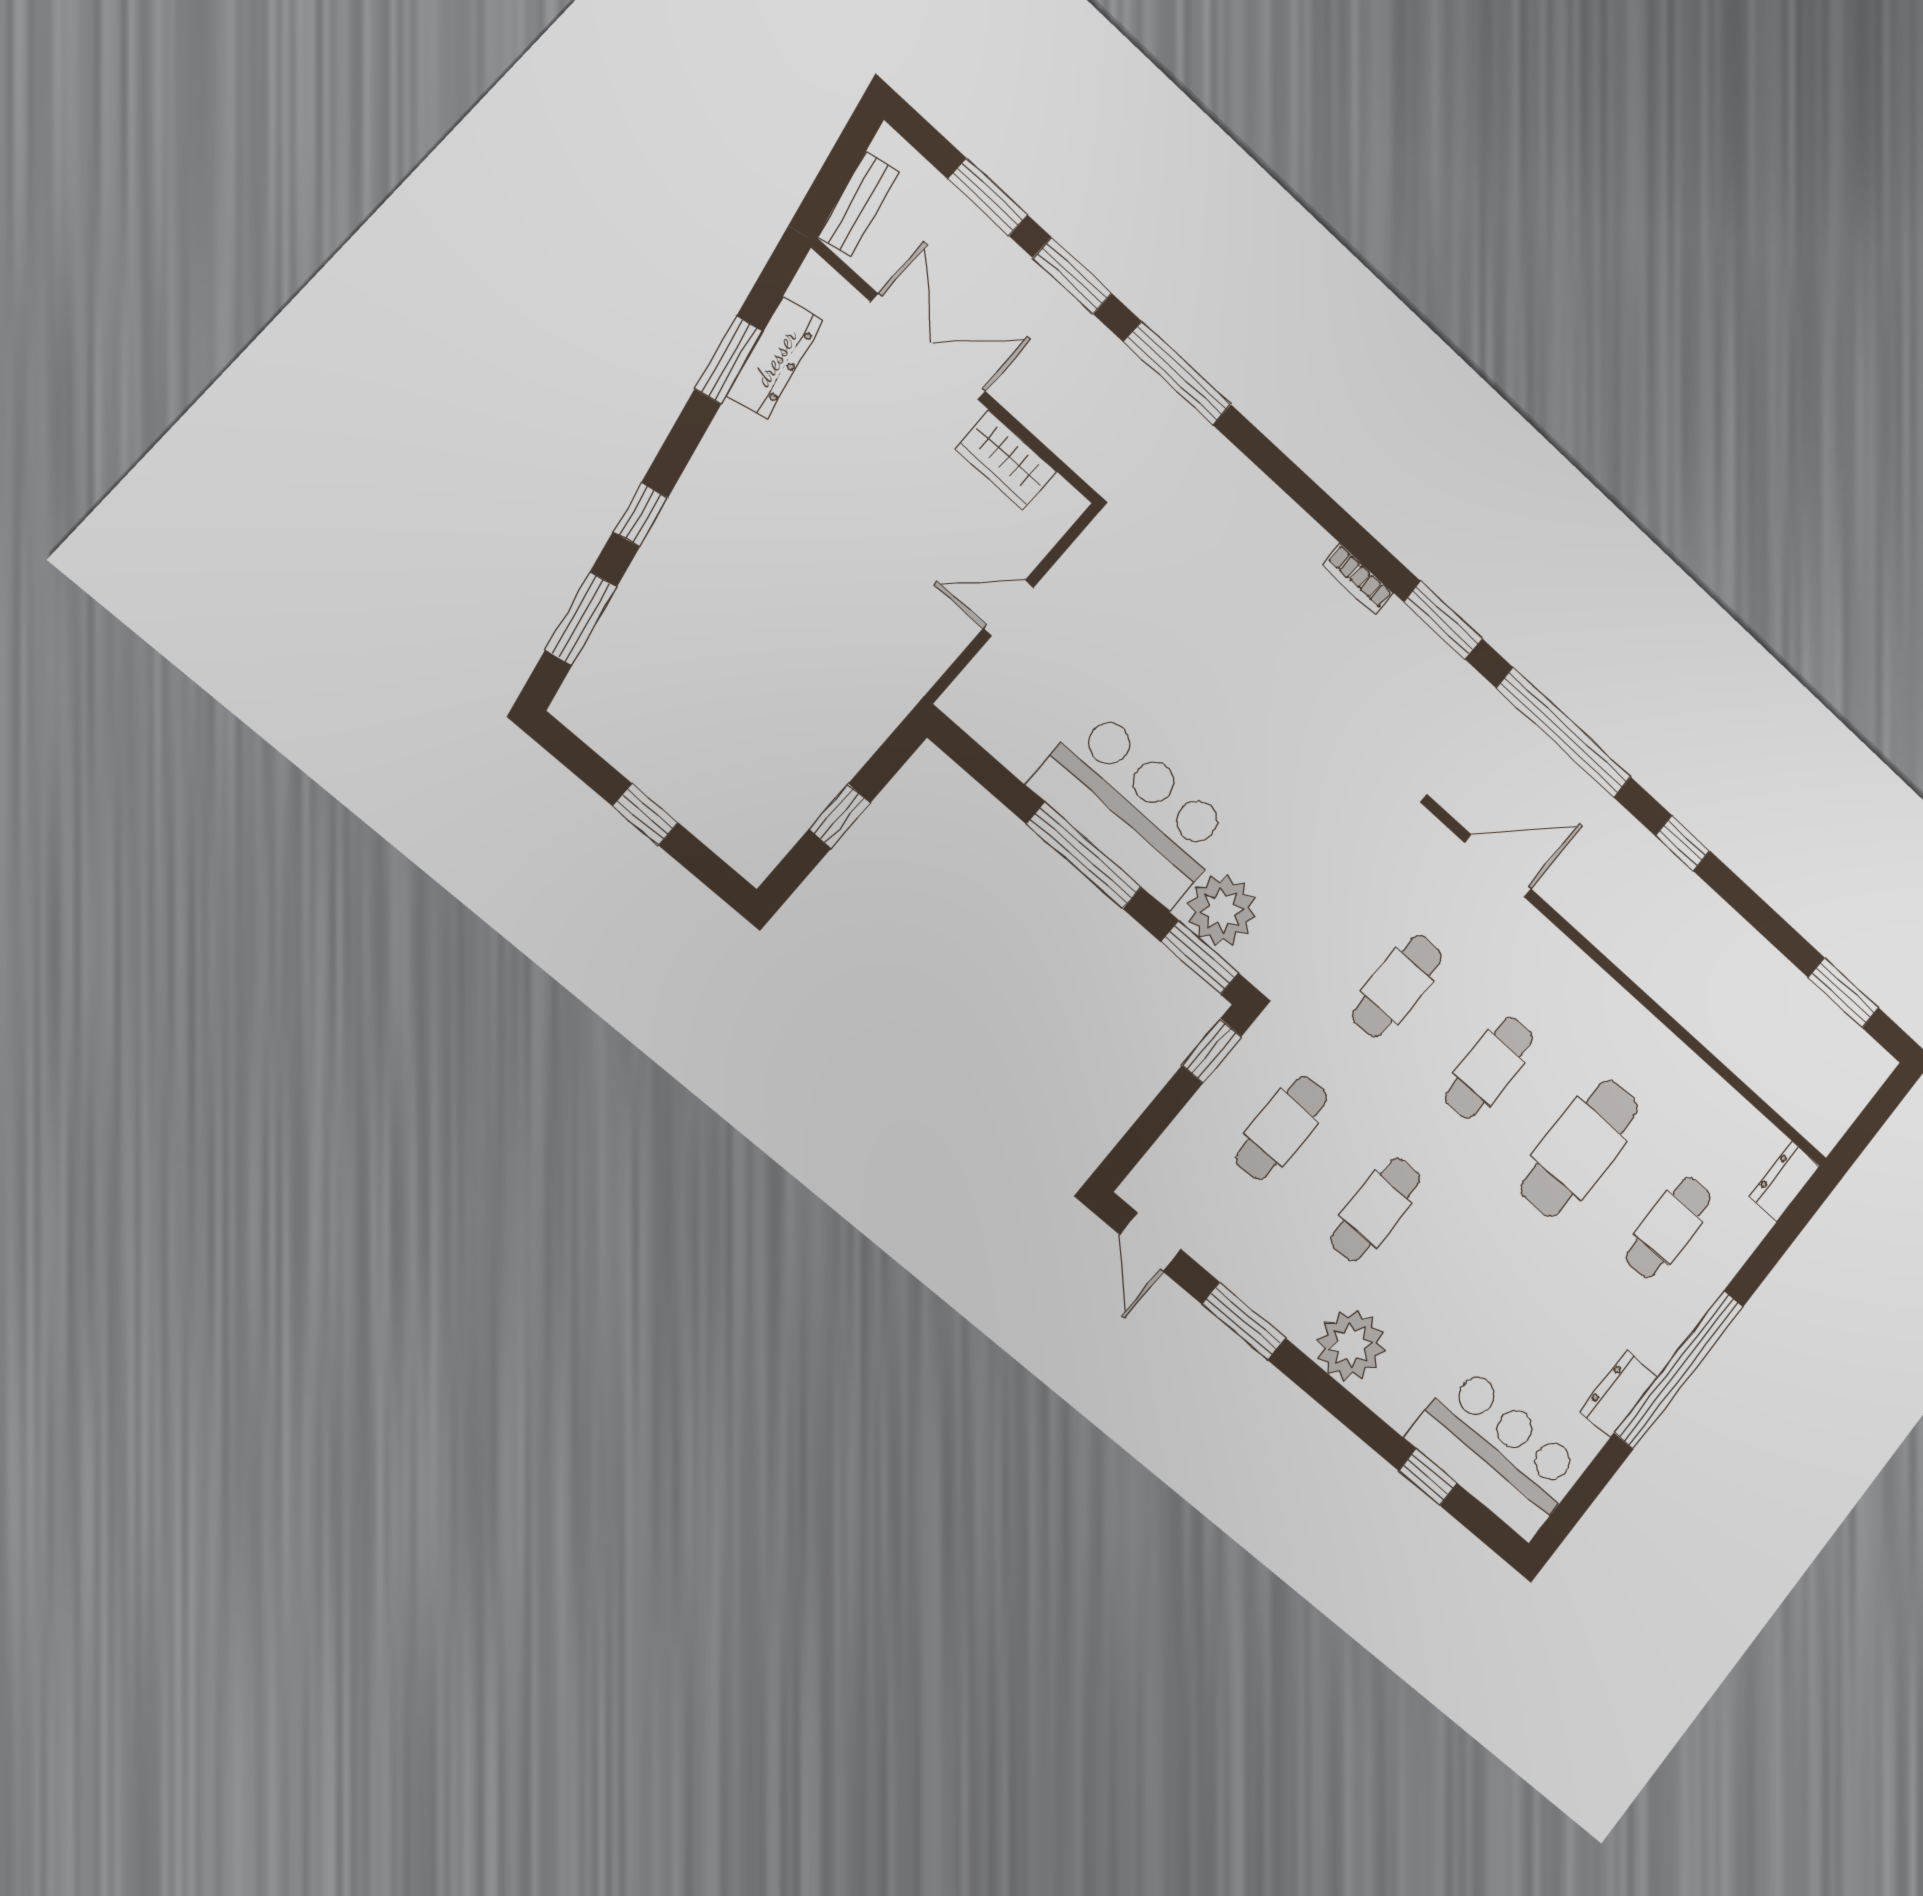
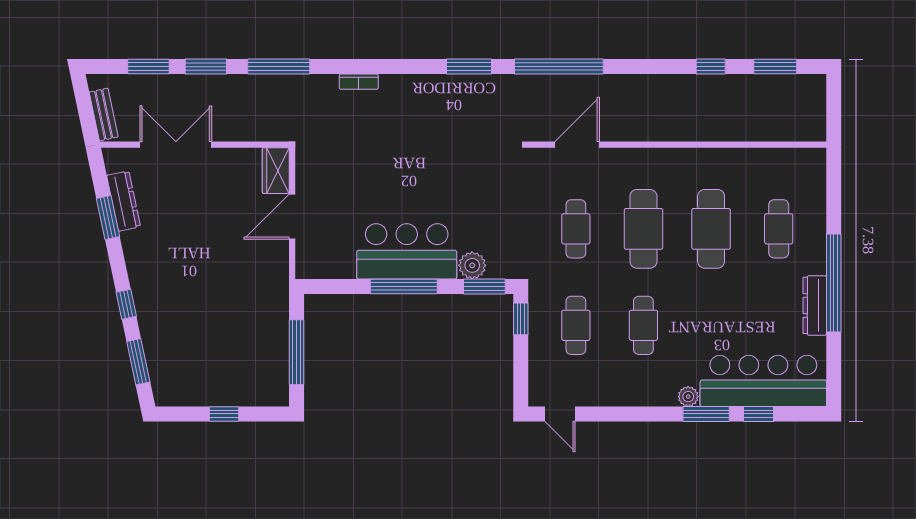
wardrobe: (1006, 460) -> (276, 171), moved, turned 90
bookcase: (1358, 579) -> (359, 82), moved
door: (1008, 608) -> (292, 217), width x1.38
window: (840, 816) -> (296, 352), width x2.17
window: (1683, 843) -> (711, 67), moved
plant: (1222, 910) -> (472, 265), width x0.73, depth x0.73
cafe table: (1489, 1068) -> (643, 229), width x1.37, depth x1.35
dresser: (1784, 1181) -> (816, 167), removed
window: (1244, 1321) -> (706, 414), moved
plant: (1351, 1345) -> (688, 397), width x0.53, depth x0.53
dresser: (1618, 1394) -> (815, 305), width x1.44
bar counter: (1496, 1453) -> (763, 381), width x1.36

